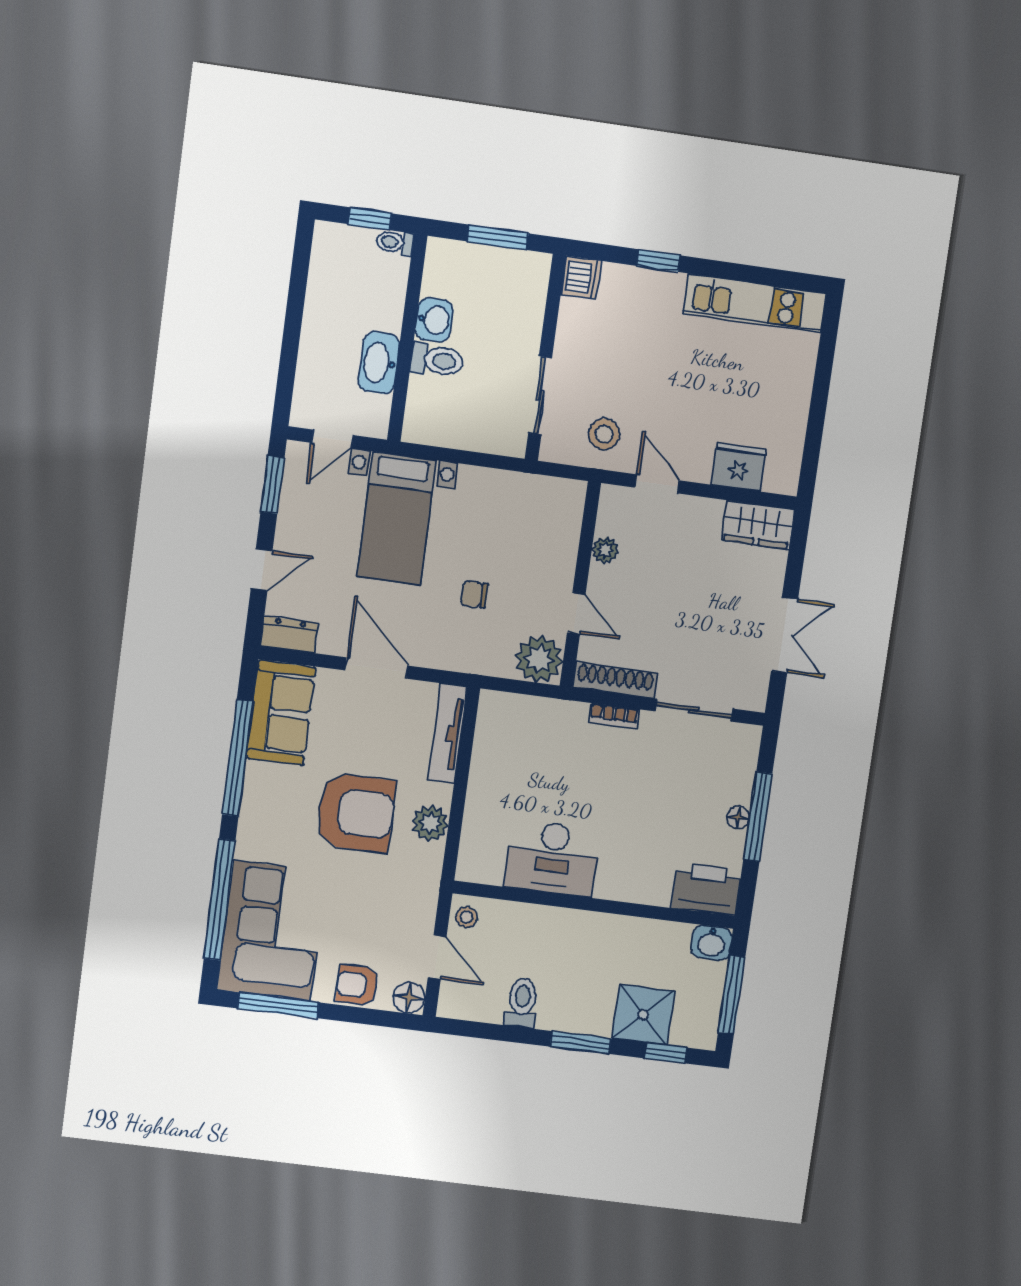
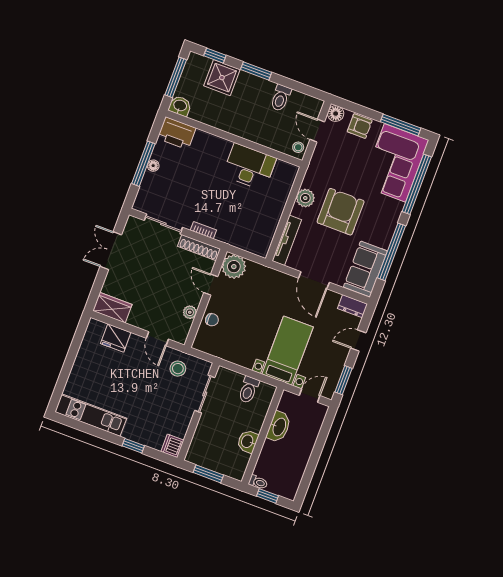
toilet: (437, 360) -> (249, 390), moved, turned -90
chair: (474, 594) -> (212, 320), moved
armchair: (356, 813) -> (341, 212), turned 90

